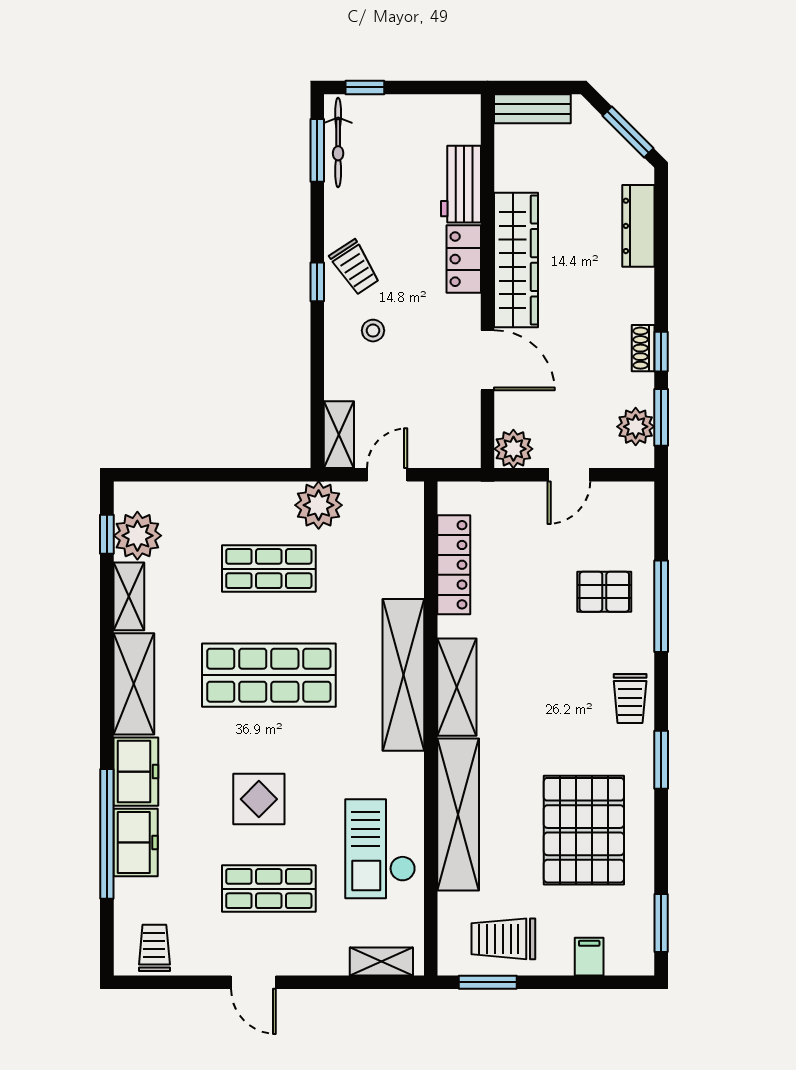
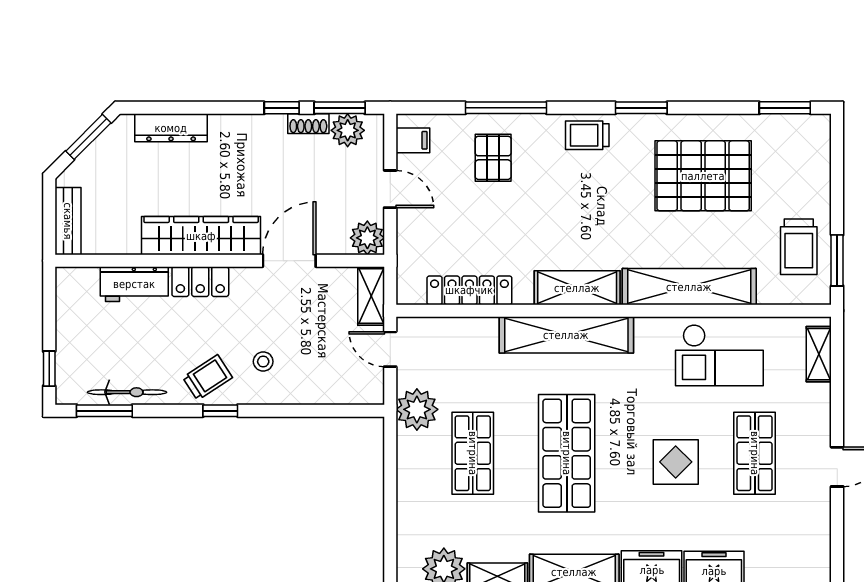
bicycle: (338, 143) -> (127, 392), moved
shoe rack: (643, 348) -> (308, 124), moved
shelving: (339, 435) -> (371, 296), moved, turned 90
trolley: (630, 698) -> (587, 135), turned 180
trolley: (154, 948) -> (807, 554), removed
filing cabinet: (589, 957) -> (413, 140), moved, turned 180

